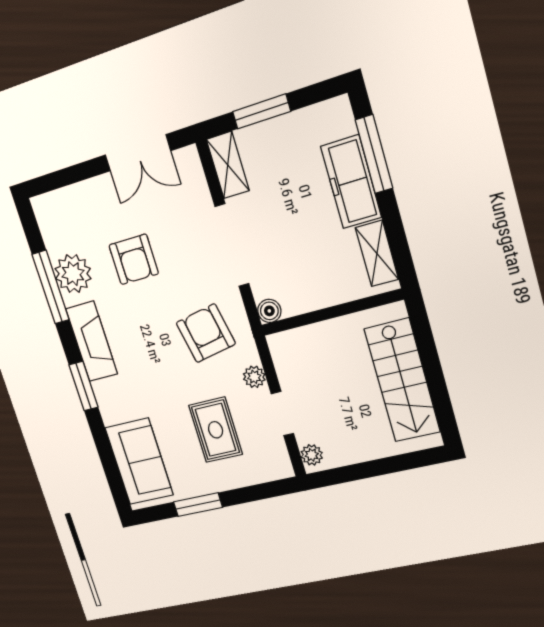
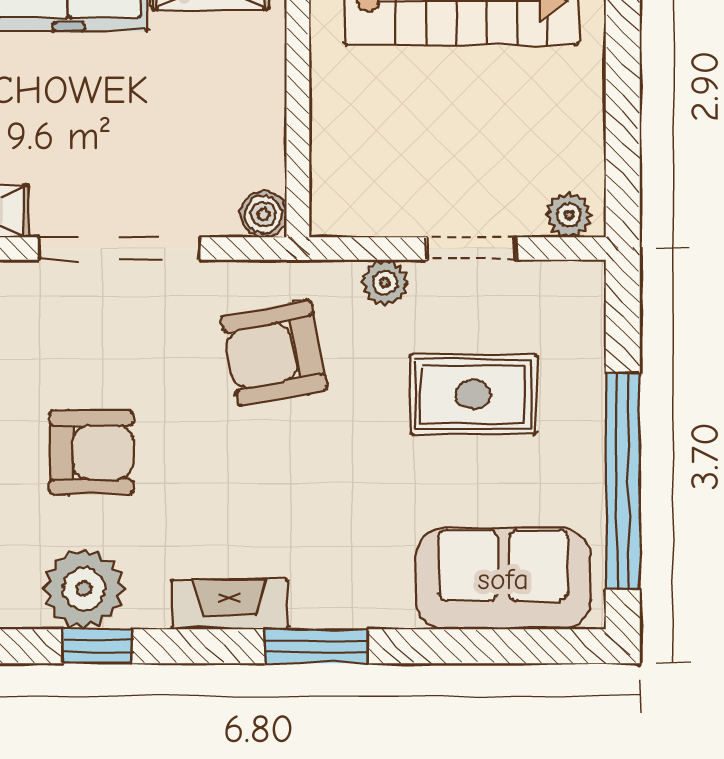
window: (51, 287) -> (97, 646), width x0.46
fireplace: (92, 341) -> (229, 604), width x0.73, depth x0.76
window: (198, 505) -> (623, 481), width x2.11

